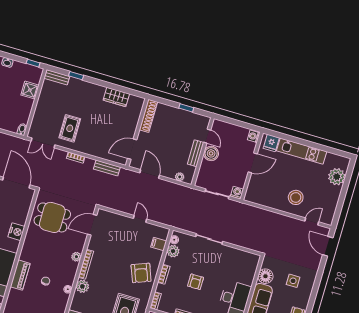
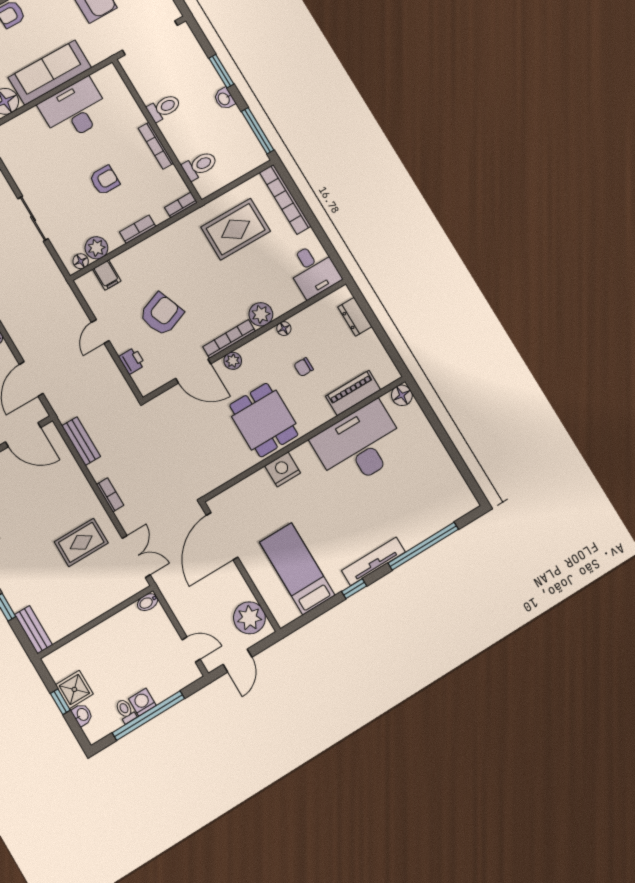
window: (33, 63) -> (60, 702), moved
shower: (30, 90) -> (74, 689), moved
dining table: (52, 217) -> (264, 420), moved
printer: (117, 219) -> (132, 361), added
door: (92, 225) -> (193, 371), moved
armchair: (141, 273) -> (161, 314), moved
piano: (20, 275) -> (353, 393), moved

